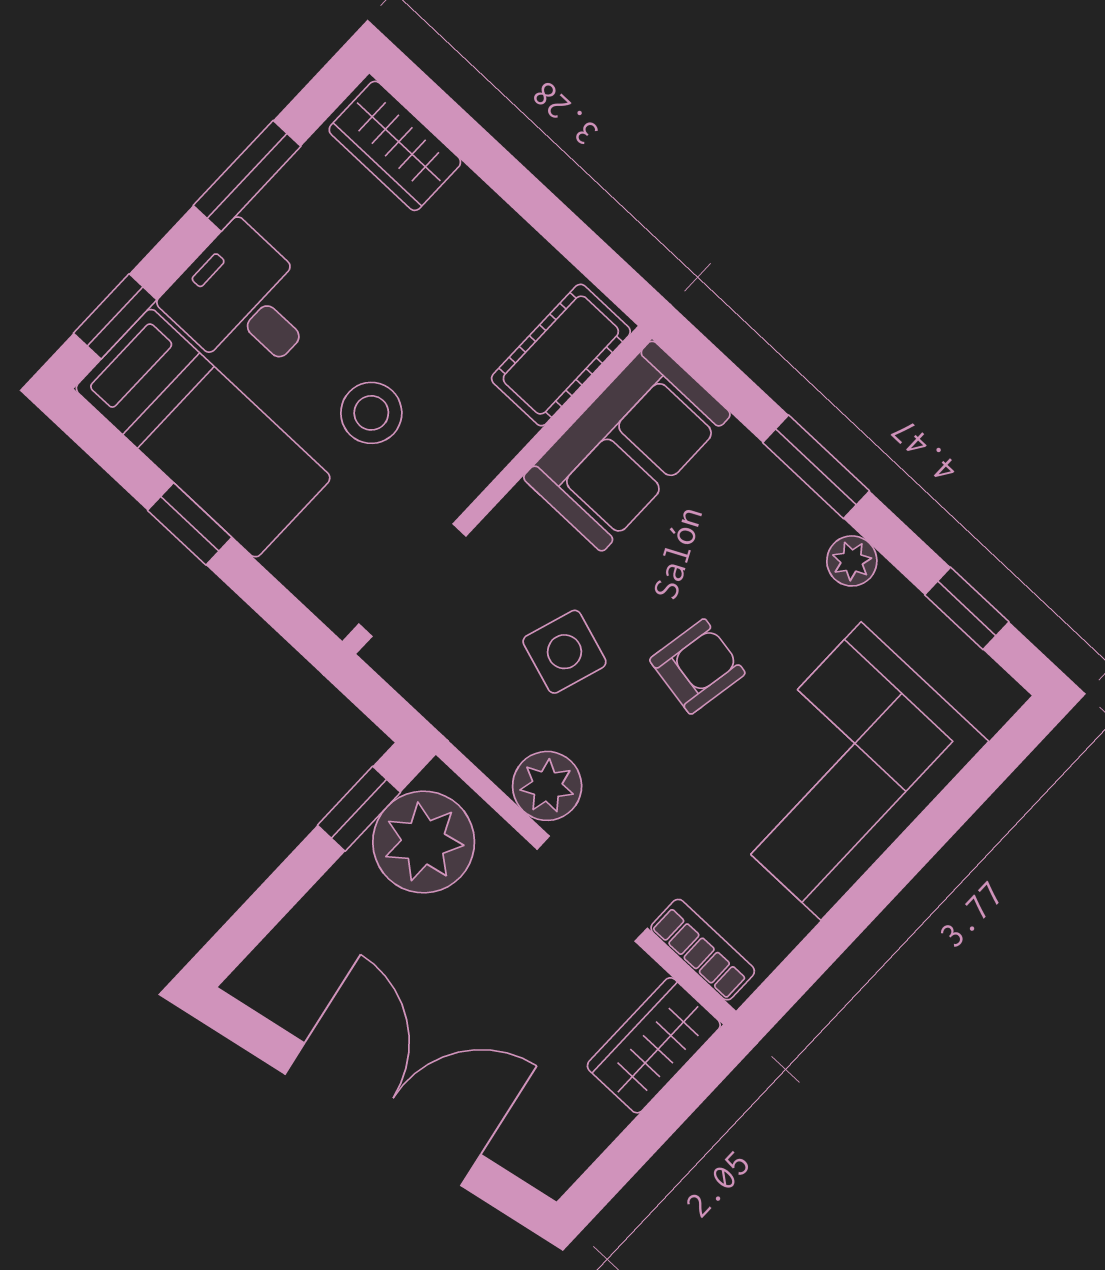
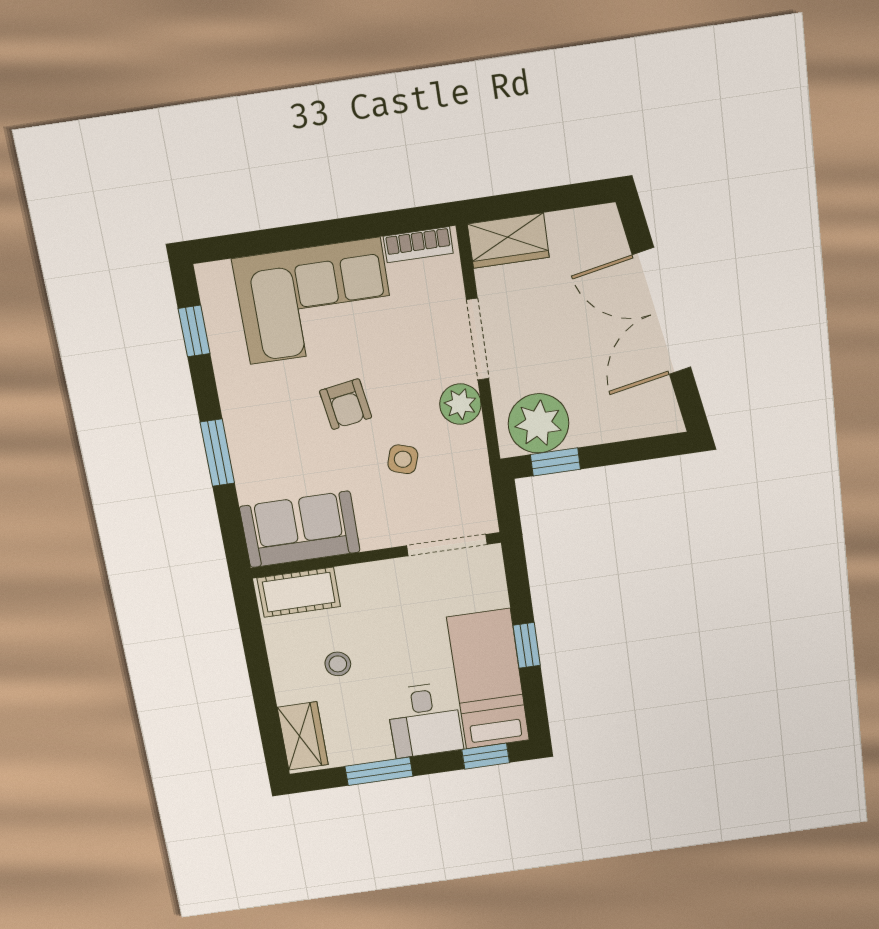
stool: (371, 413) -> (338, 664), moved, width x0.73, depth x0.73
plant: (852, 561) -> (233, 396), removed
side table: (564, 652) -> (403, 459), width x0.73, depth x0.73
armchair: (697, 666) -> (346, 404), turned -109
bookcase: (703, 950) -> (418, 245), moved, turned -90

